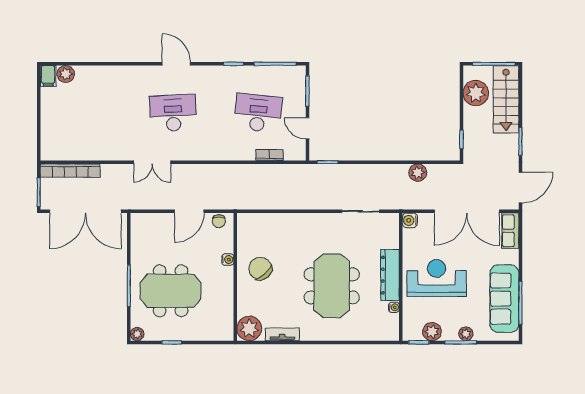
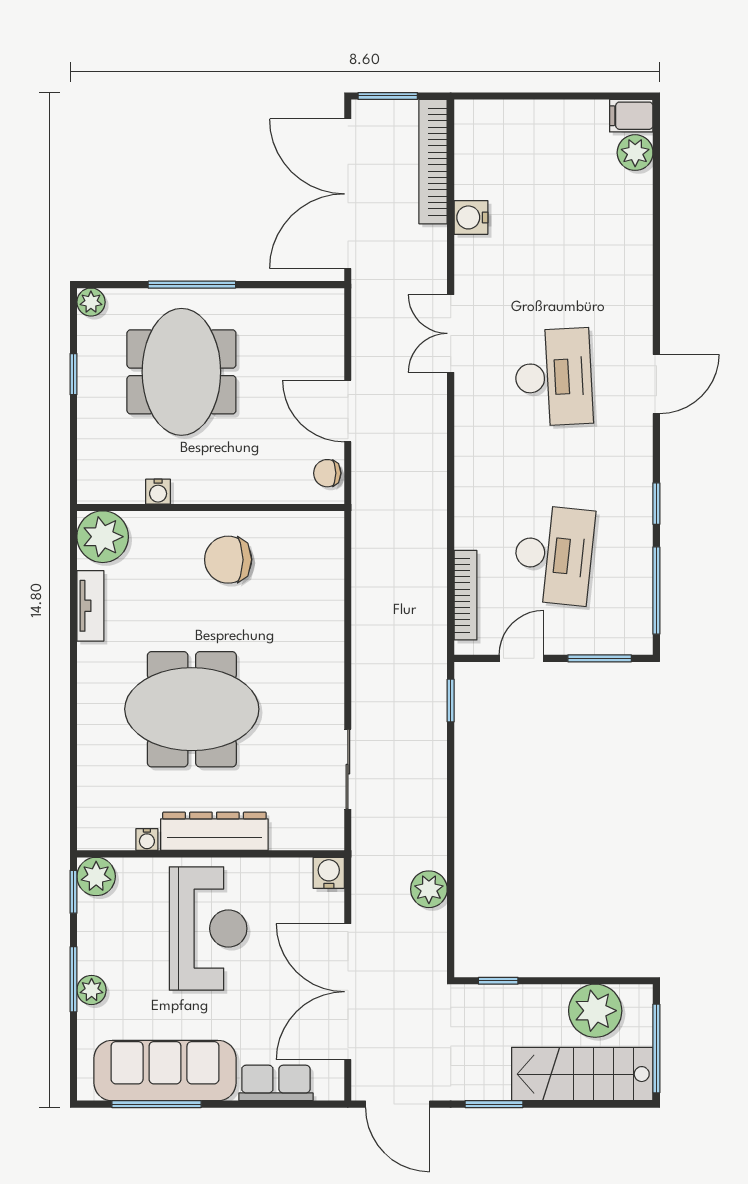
water cooler: (97, 152) -> (471, 217), added
bookcase: (270, 155) -> (466, 595), width x1.56
row of seats: (510, 231) -> (276, 1083), moved
water cooler: (228, 260) -> (158, 492), moved
chair: (260, 269) -> (228, 560), turned -139
plant: (432, 332) -> (96, 876), moved

